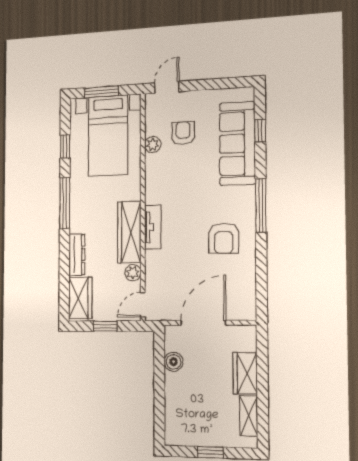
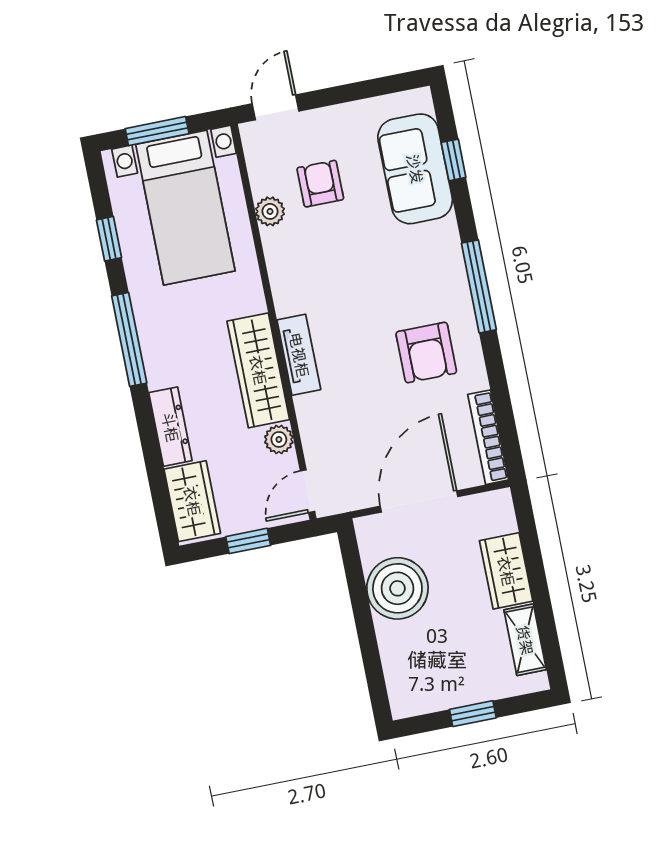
sofa: (237, 143) -> (415, 169), width x0.73
bookcase: (250, 293) -> (488, 437), added
boiler: (174, 362) -> (397, 588), width x1.86, depth x1.86

